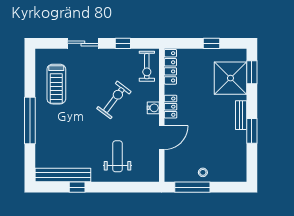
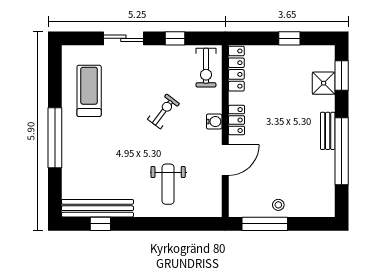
shower: (230, 78) -> (324, 83), width x0.54, depth x0.54
treadmill: (56, 84) -> (89, 91), turned 180
exercise bike: (114, 100) -> (163, 111), width x0.73, depth x0.72
window: (252, 131) -> (342, 151), width x2.11
weight bench: (117, 156) -> (168, 184), turned 180
window: (77, 187) -> (100, 224), moved

